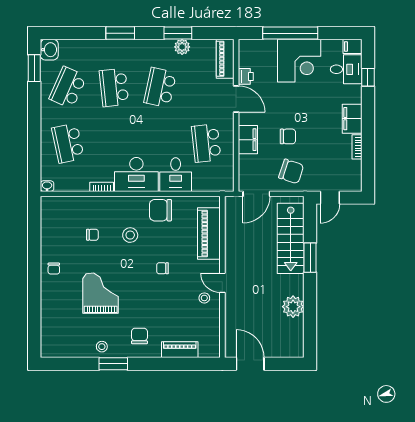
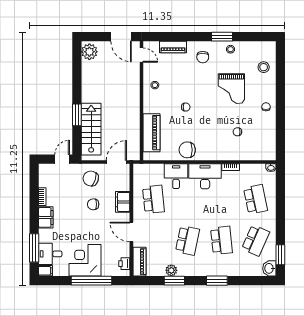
printer: (246, 76) -> (124, 264), moved
window: (368, 77) -> (34, 248), width x2.17
chair: (161, 210) -> (187, 150), turned 180
stool: (130, 235) -> (264, 67), moved
door: (222, 283) -> (142, 55), moved
plant: (293, 307) -> (89, 52), moved

